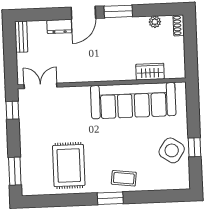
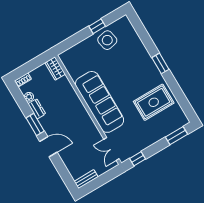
dresser: (59, 26) -> (37, 109), moved
wardrobe: (150, 72) -> (55, 68), moved
sofa: (133, 101) -> (100, 102), moved
side table: (172, 150) -> (107, 40), turned 45
coffee table: (124, 178) -> (142, 62), removed

